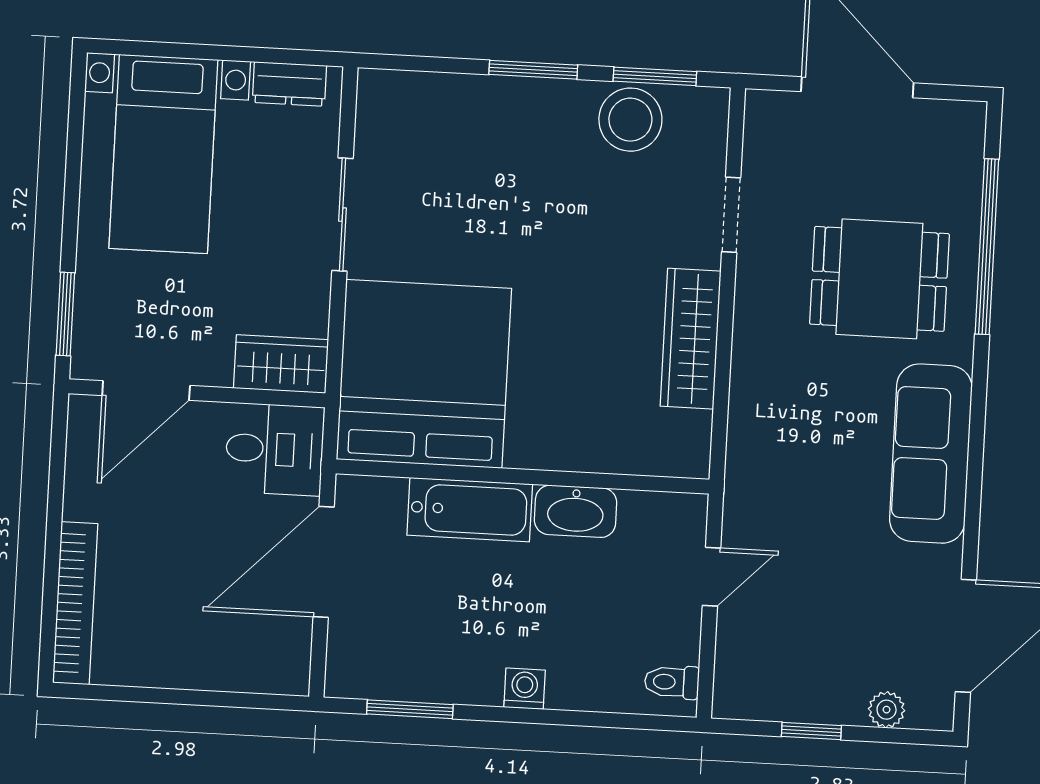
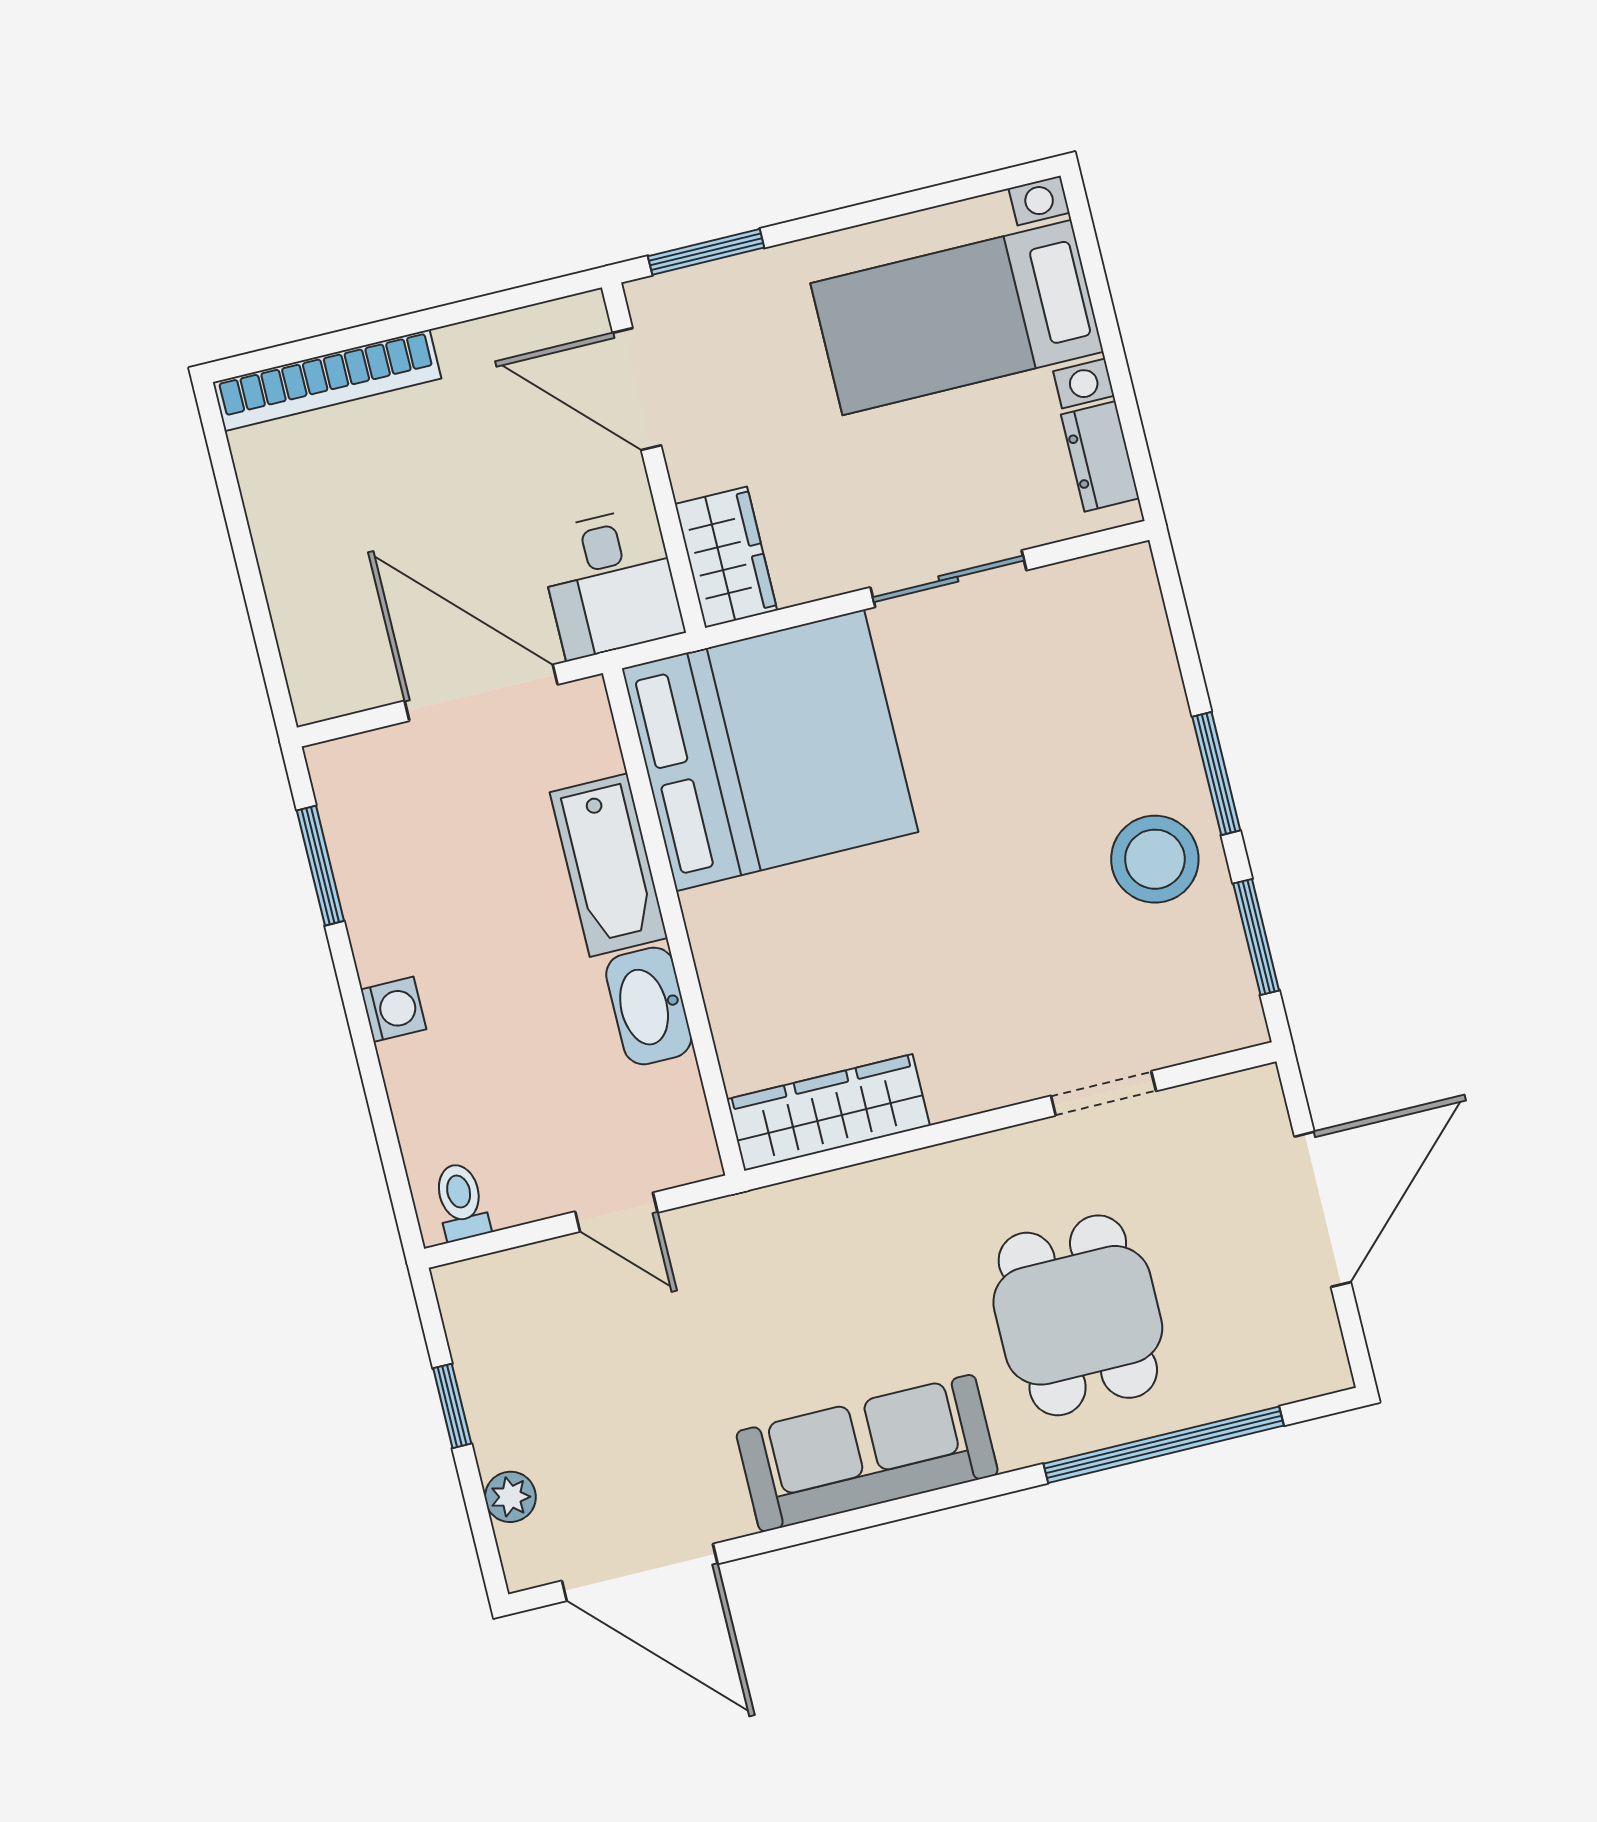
stool: (630, 120) -> (1155, 859), moved
wardrobe: (691, 339) -> (828, 1112), moved

